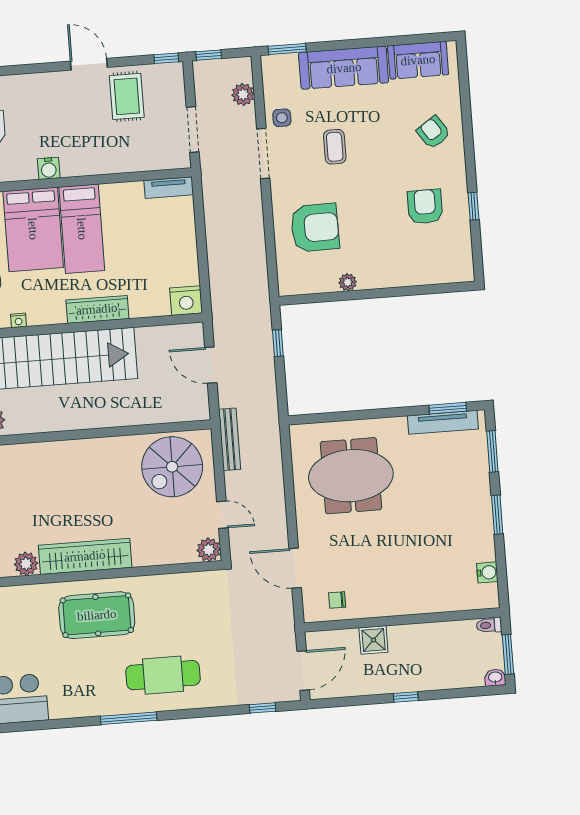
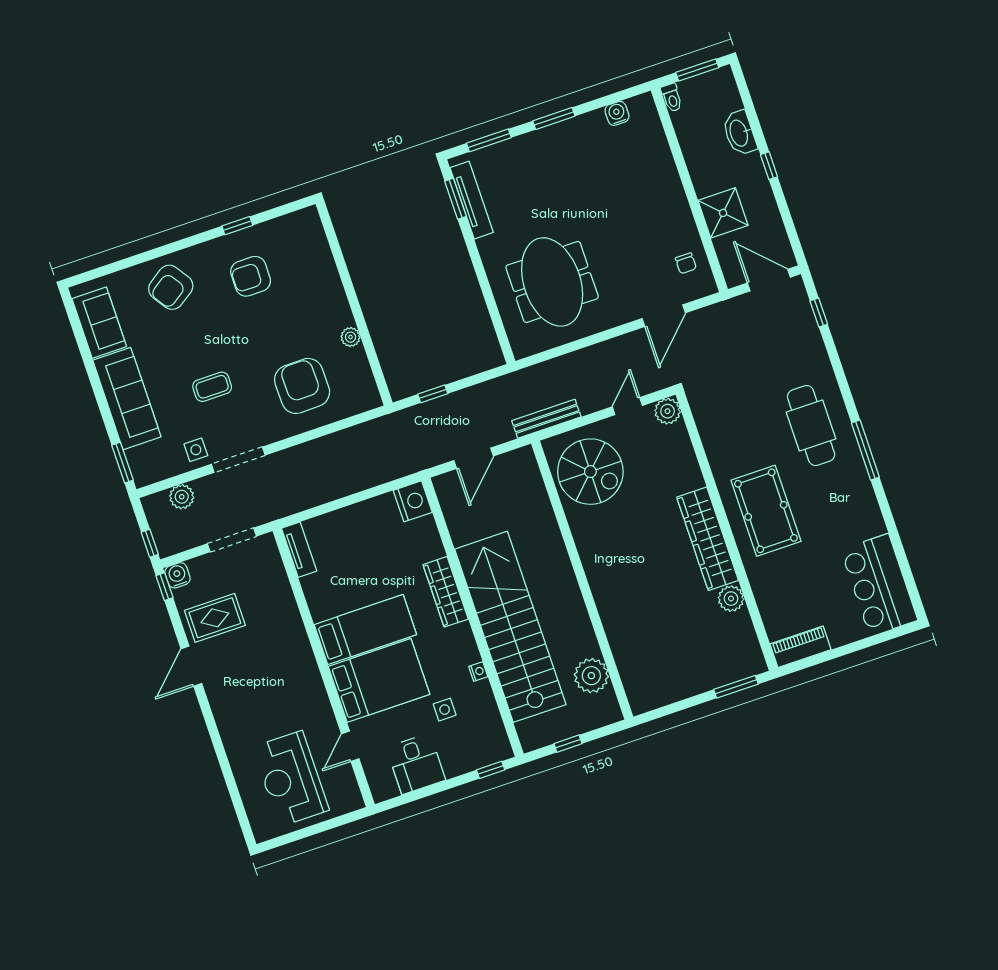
armchair: (433, 132) -> (171, 287), width x1.38, depth x1.38
water cooler: (49, 168) -> (177, 575), moved, turned -90
shower: (373, 640) -> (723, 213), width x1.36, depth x1.36
washbasin: (495, 678) -> (739, 133), moved, width x1.91, depth x1.45

